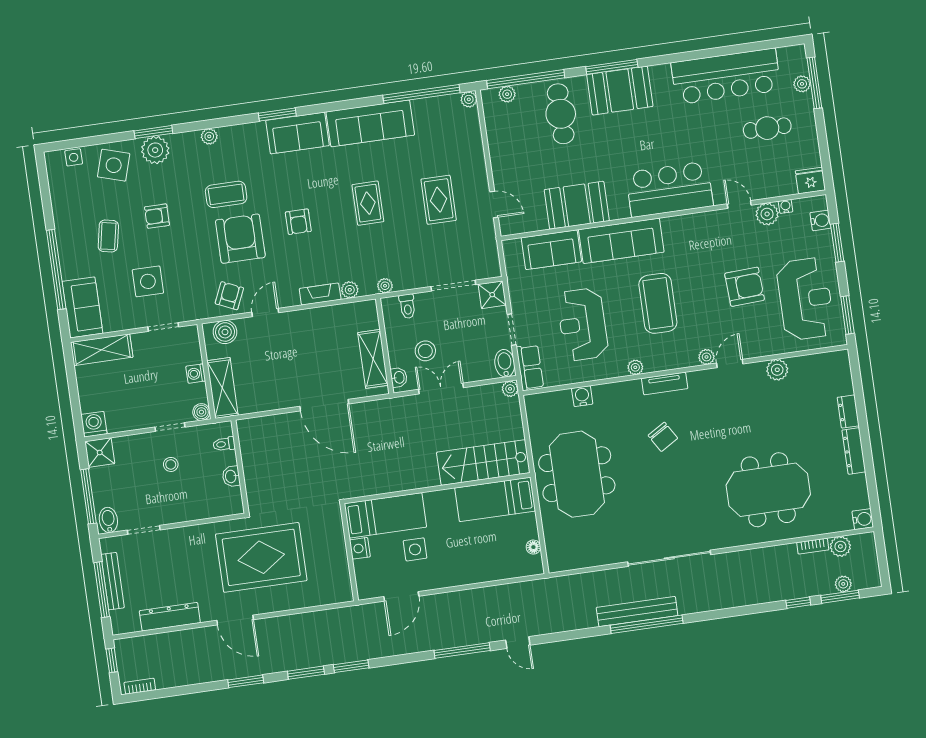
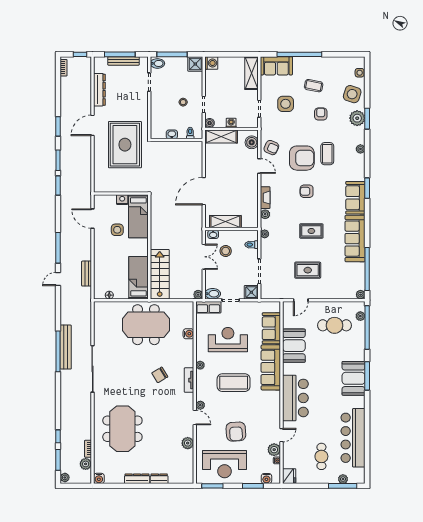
cafe table: (561, 114) -> (335, 325), moved
plant: (843, 584) -> (65, 477), moved
bench: (501, 593) -> (87, 274), added

